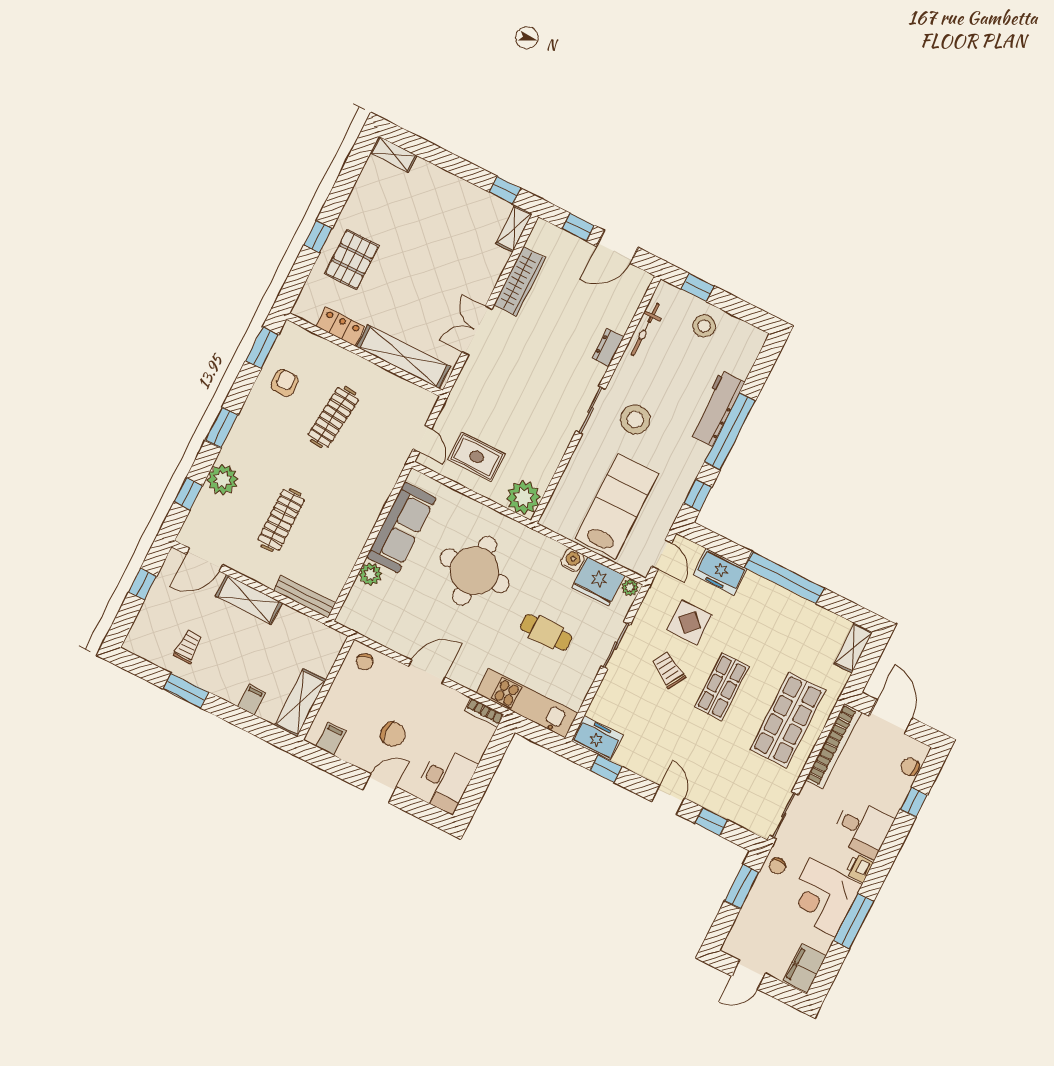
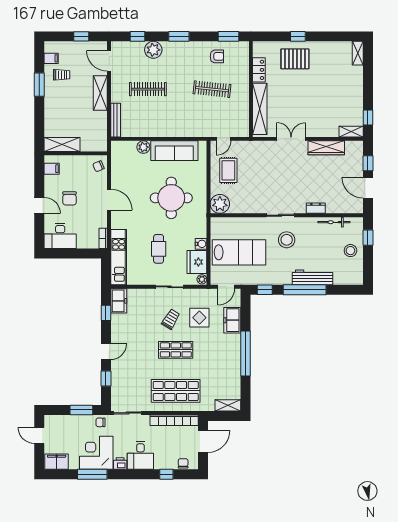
filing cabinet: (251, 700) -> (51, 58), moved

